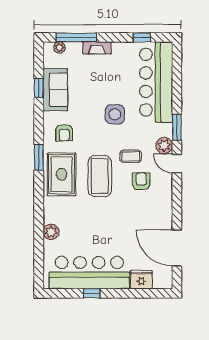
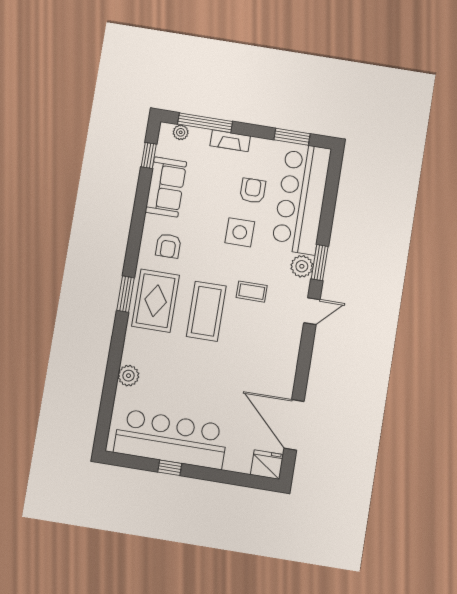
window: (142, 37) -> (292, 137), width x1.50
window: (39, 88) -> (149, 155), moved
plant: (164, 146) -> (302, 266), moved
window: (39, 157) -> (125, 294), moved
door: (177, 163) -> (312, 311), swing flipped
armchair: (141, 182) -> (253, 191), moved
fridge: (141, 280) -> (267, 465), moved

